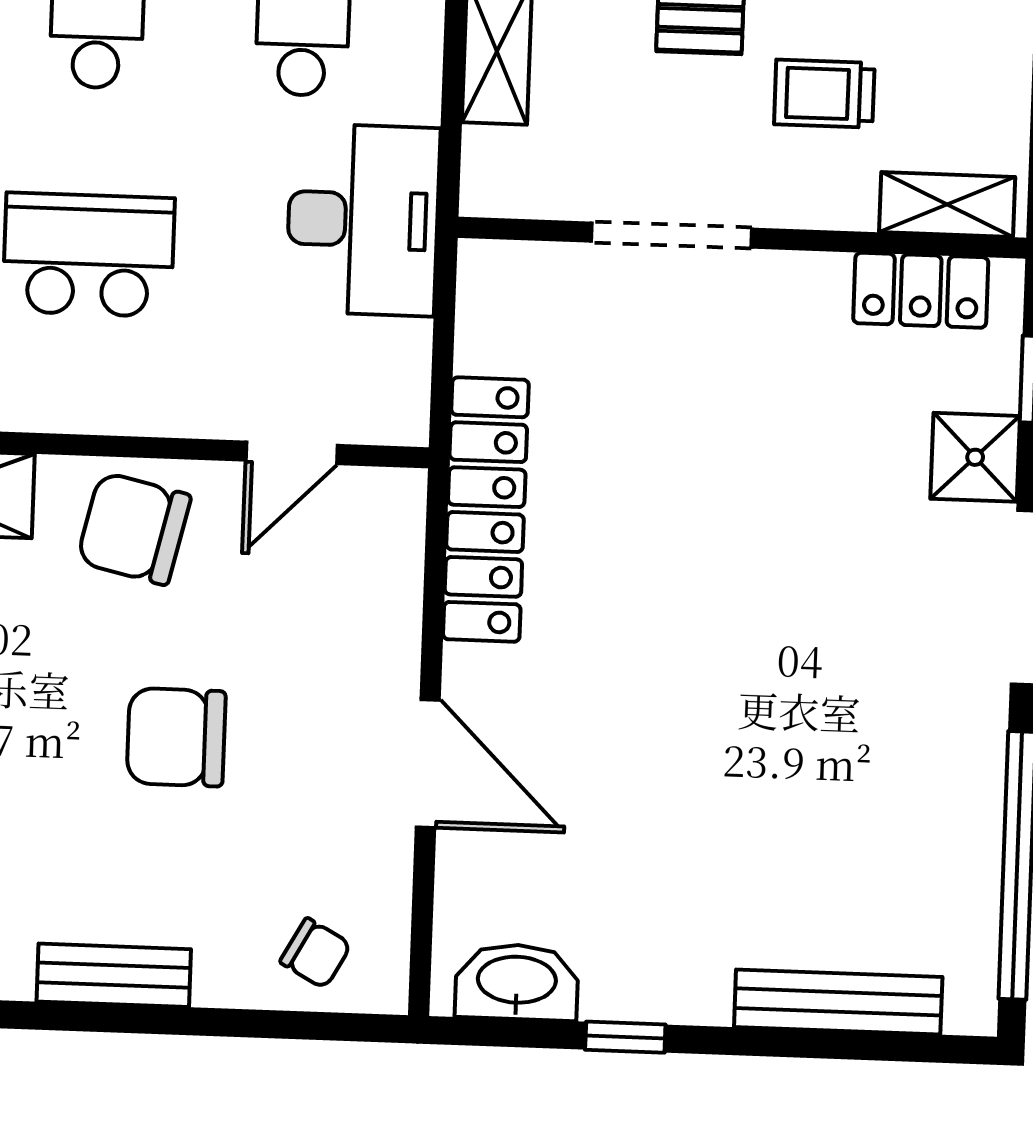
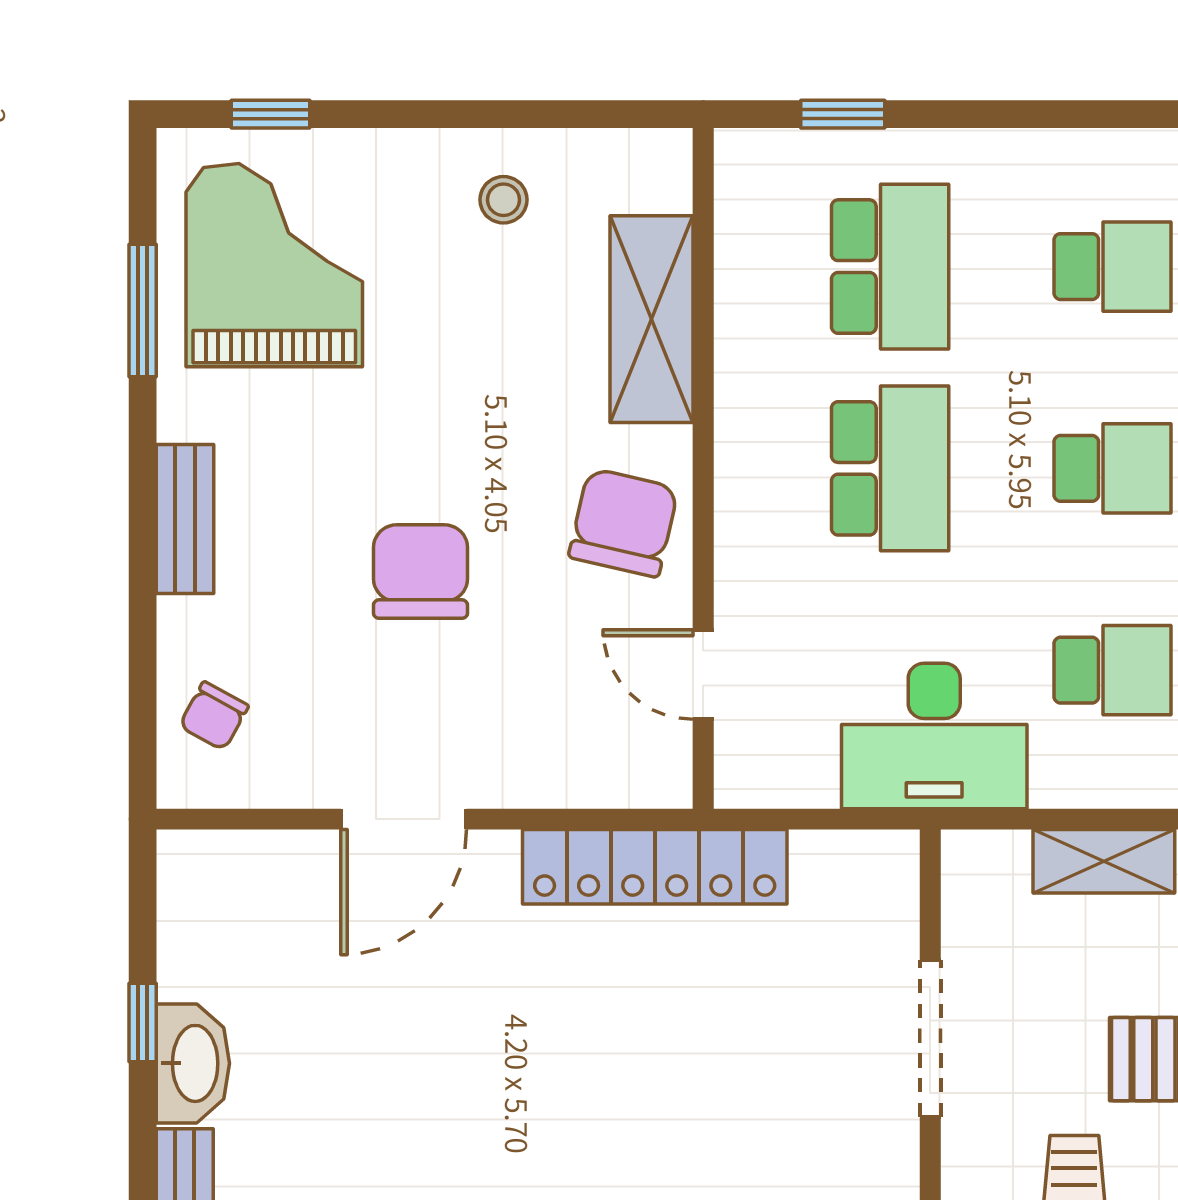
washbasin: (517, 982) -> (193, 1063), moved

